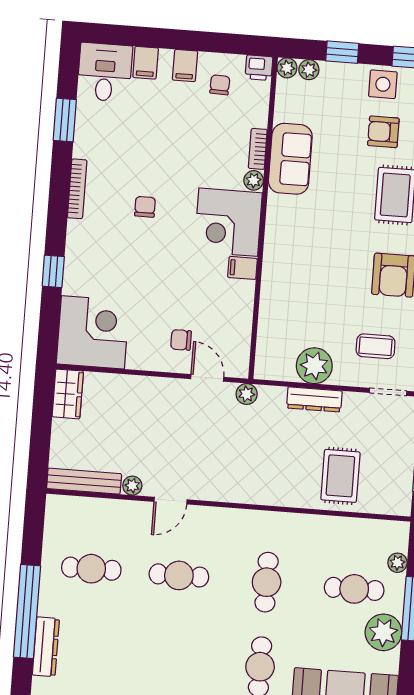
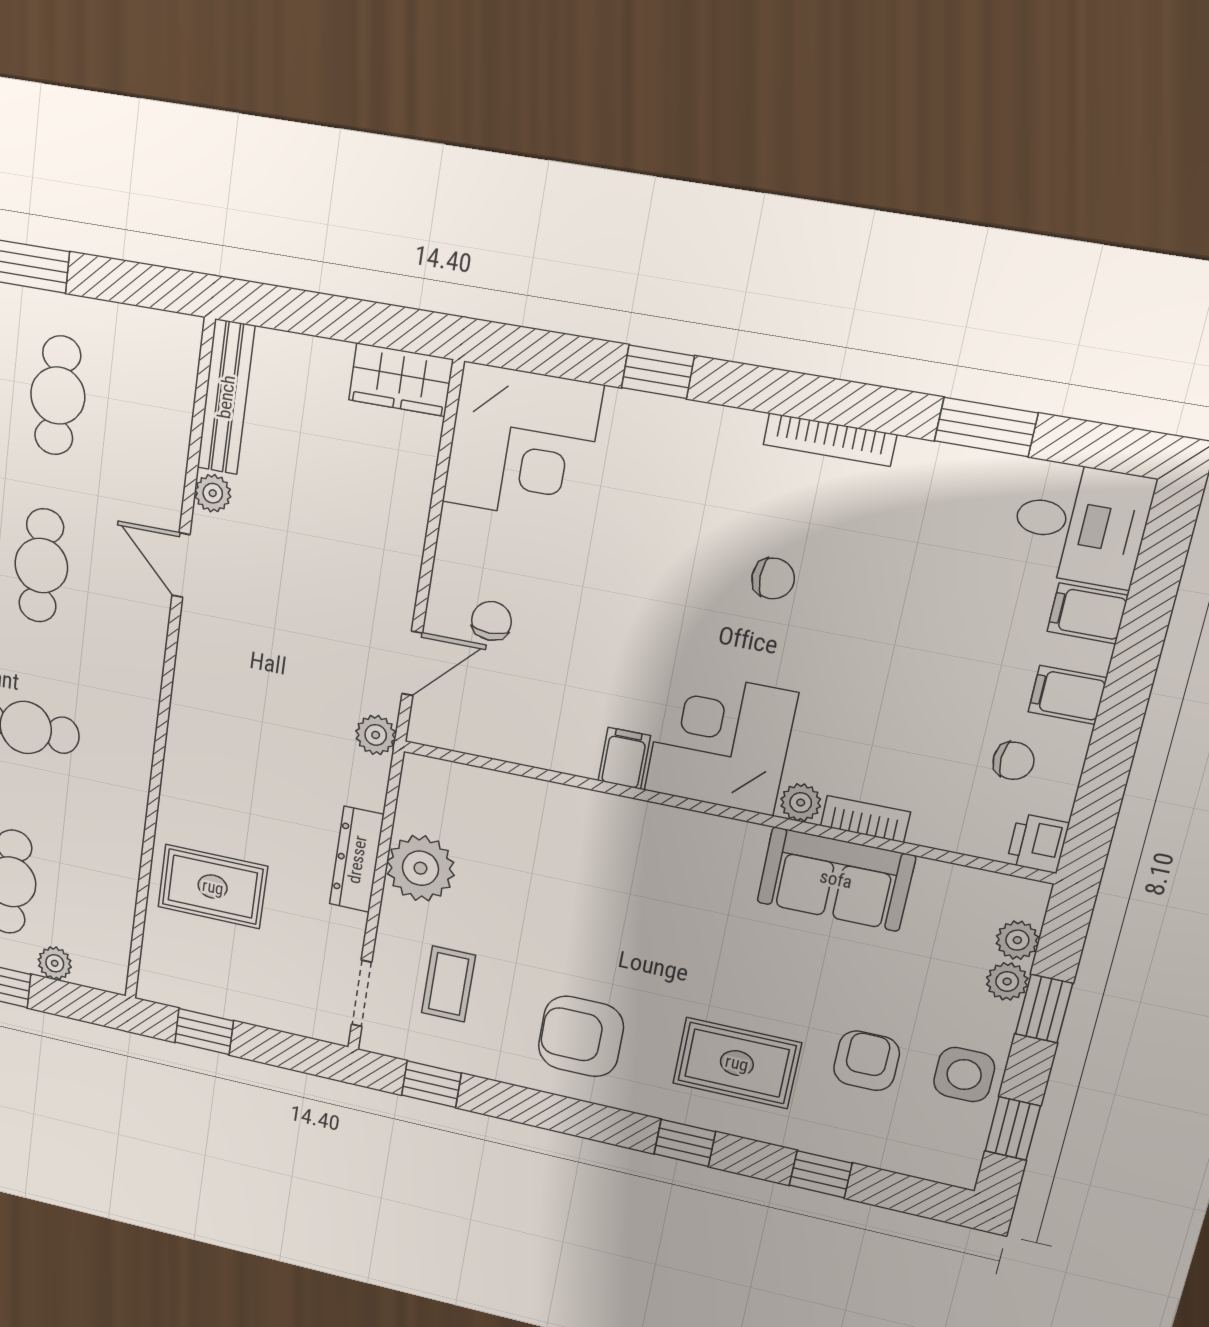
plant: (287, 68) -> (1007, 981), moved

